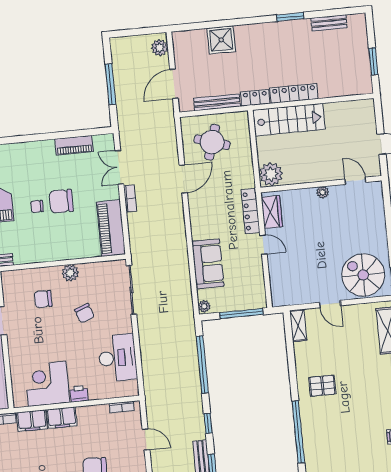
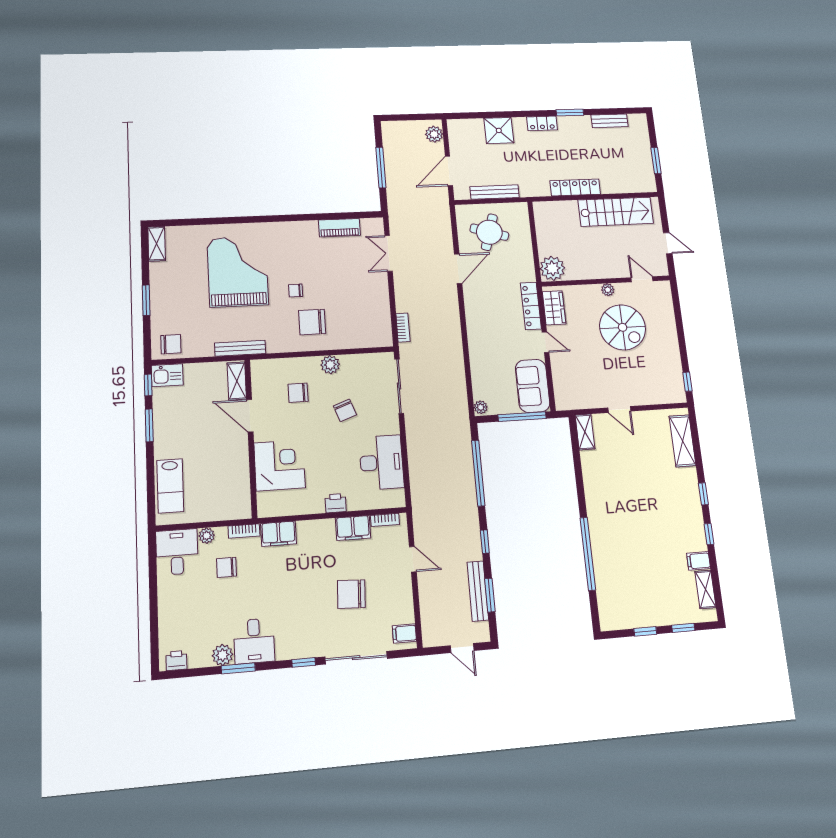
locker: (255, 98) -> (542, 123), moved, turned 180
stairs: (289, 120) -> (616, 212), moved
bookcase: (130, 198) -> (403, 328), moved
chair: (61, 201) -> (312, 322), moved
piano: (111, 228) -> (378, 317), removed
sofa: (208, 264) -> (533, 386), moved, turned 180
spiral stairs: (363, 275) -> (623, 327), moved, turned 180
corner desk: (47, 384) -> (280, 465), moved, turned 90
pallet: (322, 386) -> (613, 501), removed
filing cabinet: (62, 418) -> (353, 528), moved

